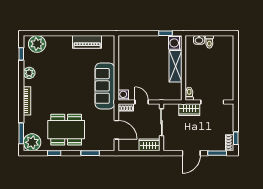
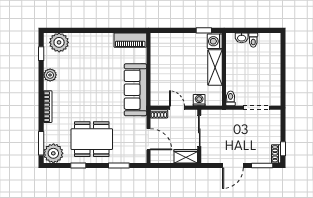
piano: (87, 42) -> (130, 40), moved
washing machine: (123, 95) -> (199, 100), moved
wardrobe: (189, 110) -> (231, 117), removed

